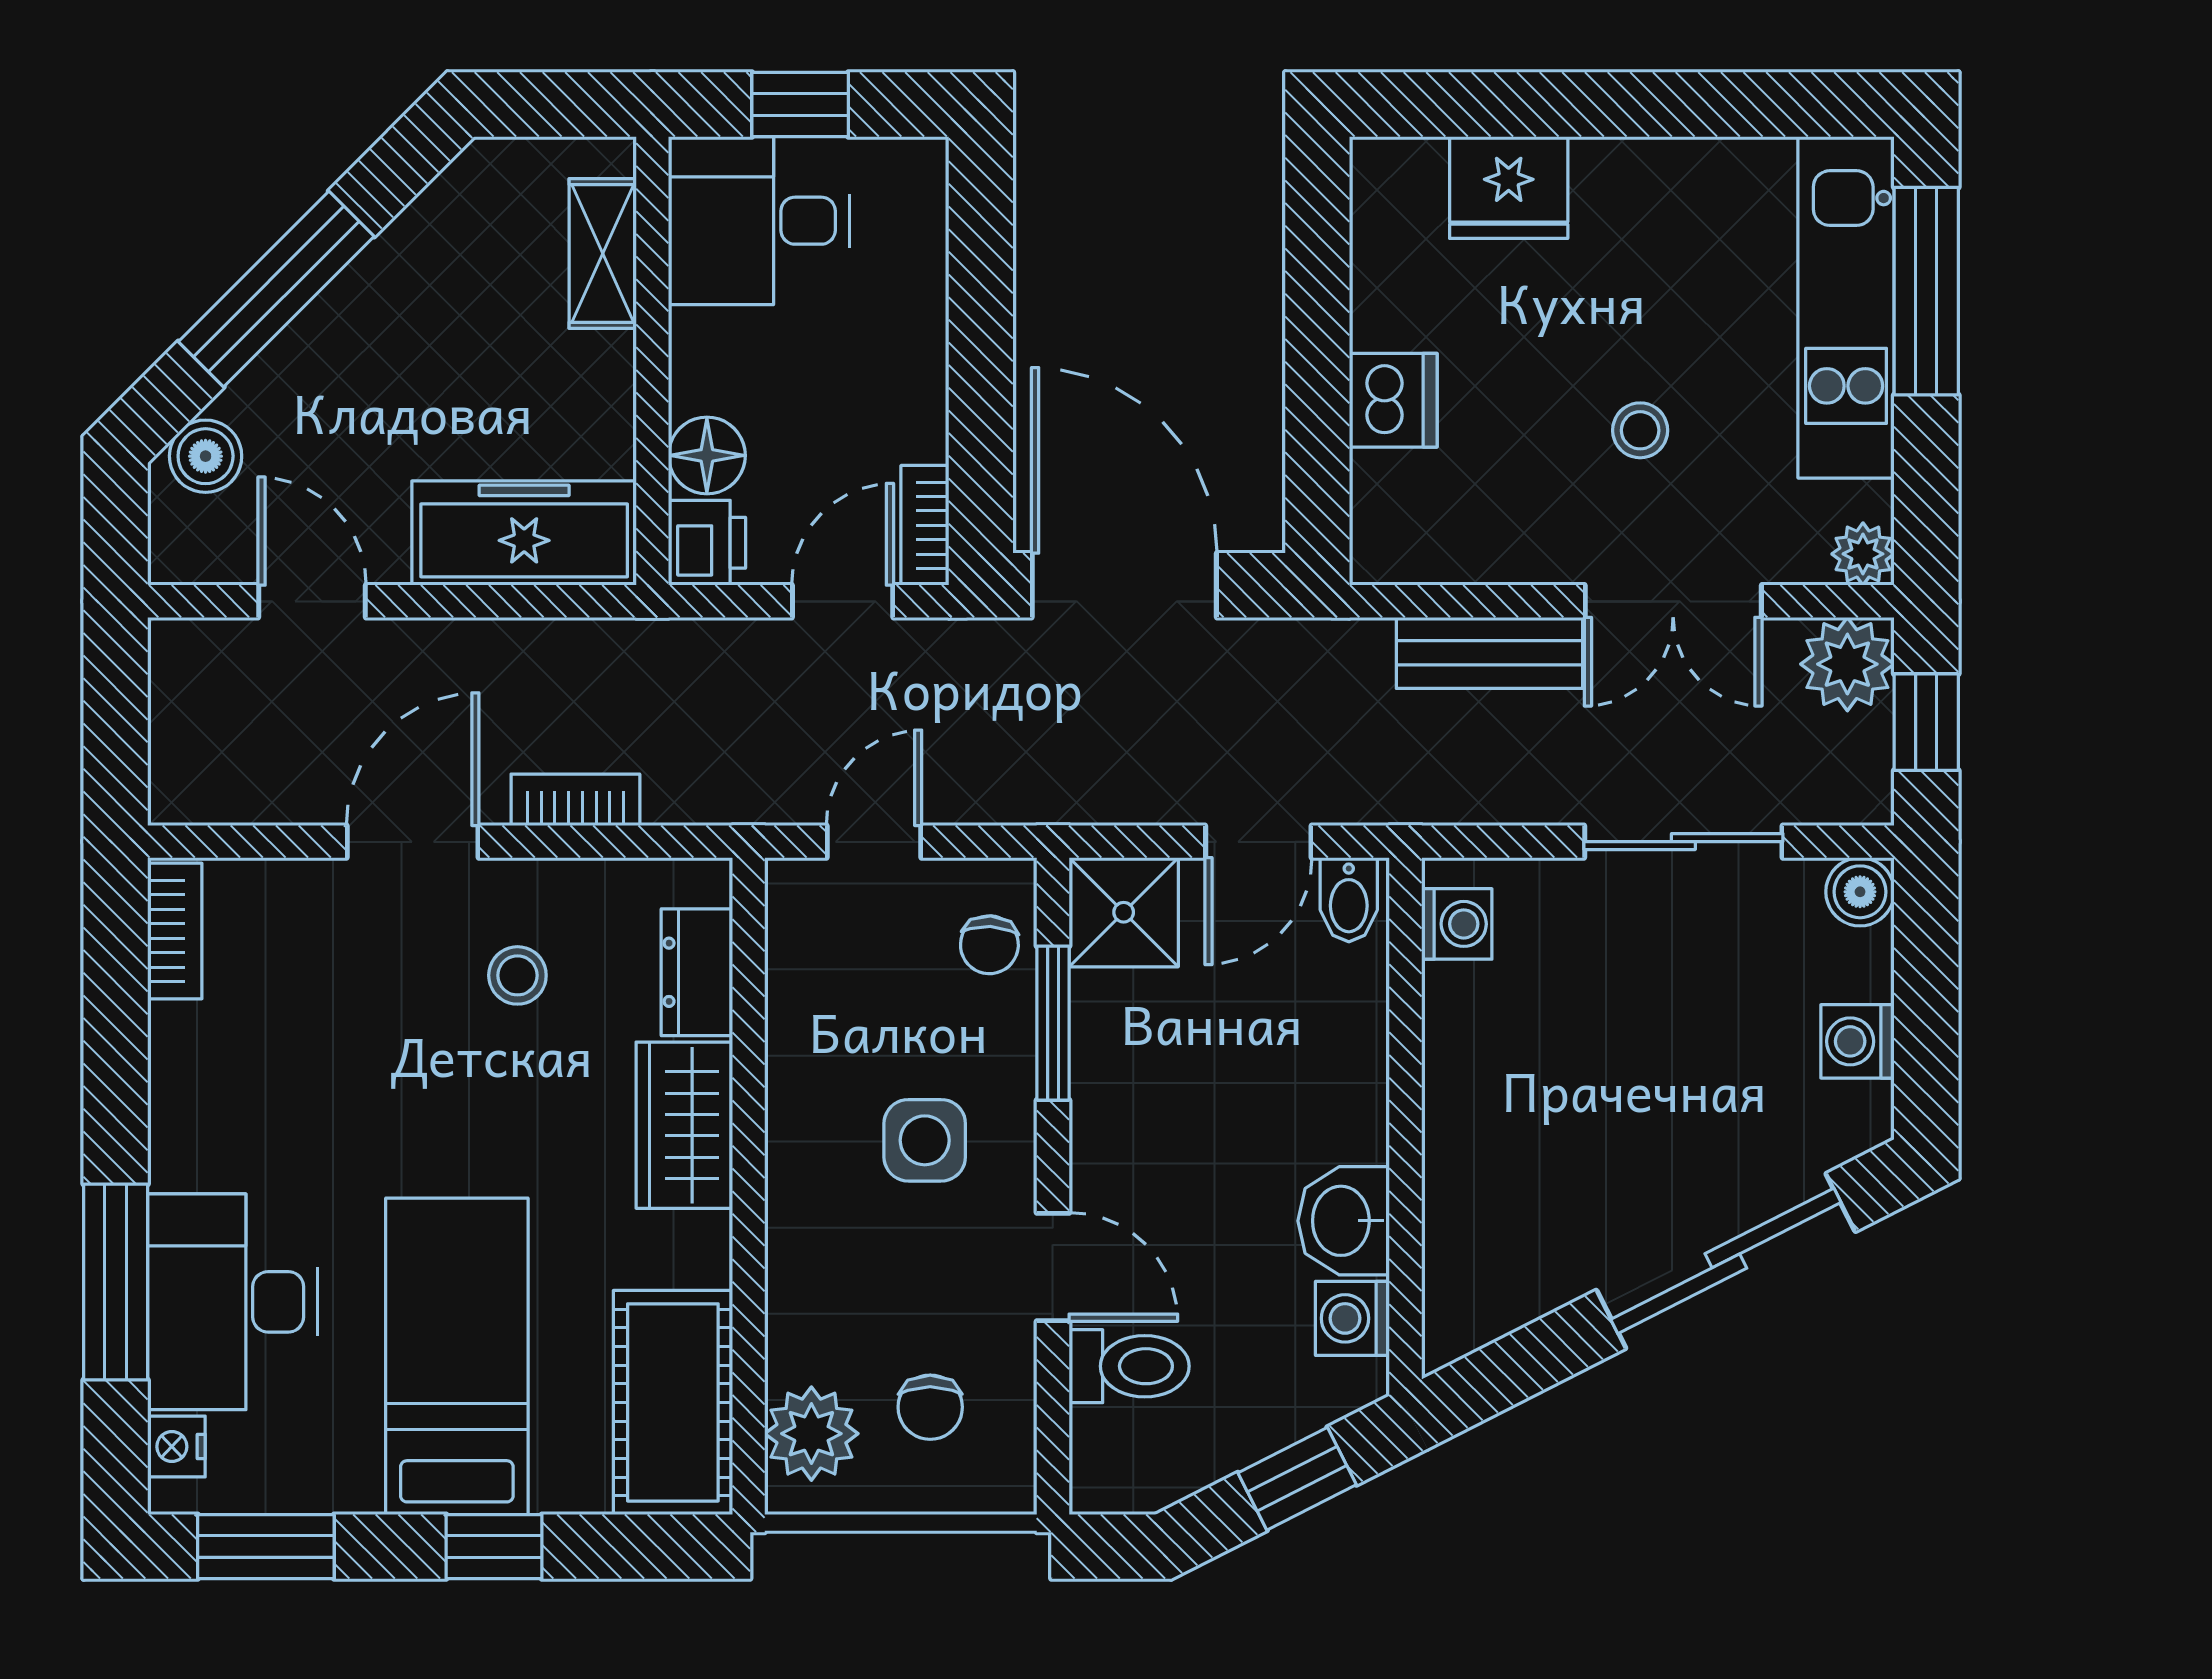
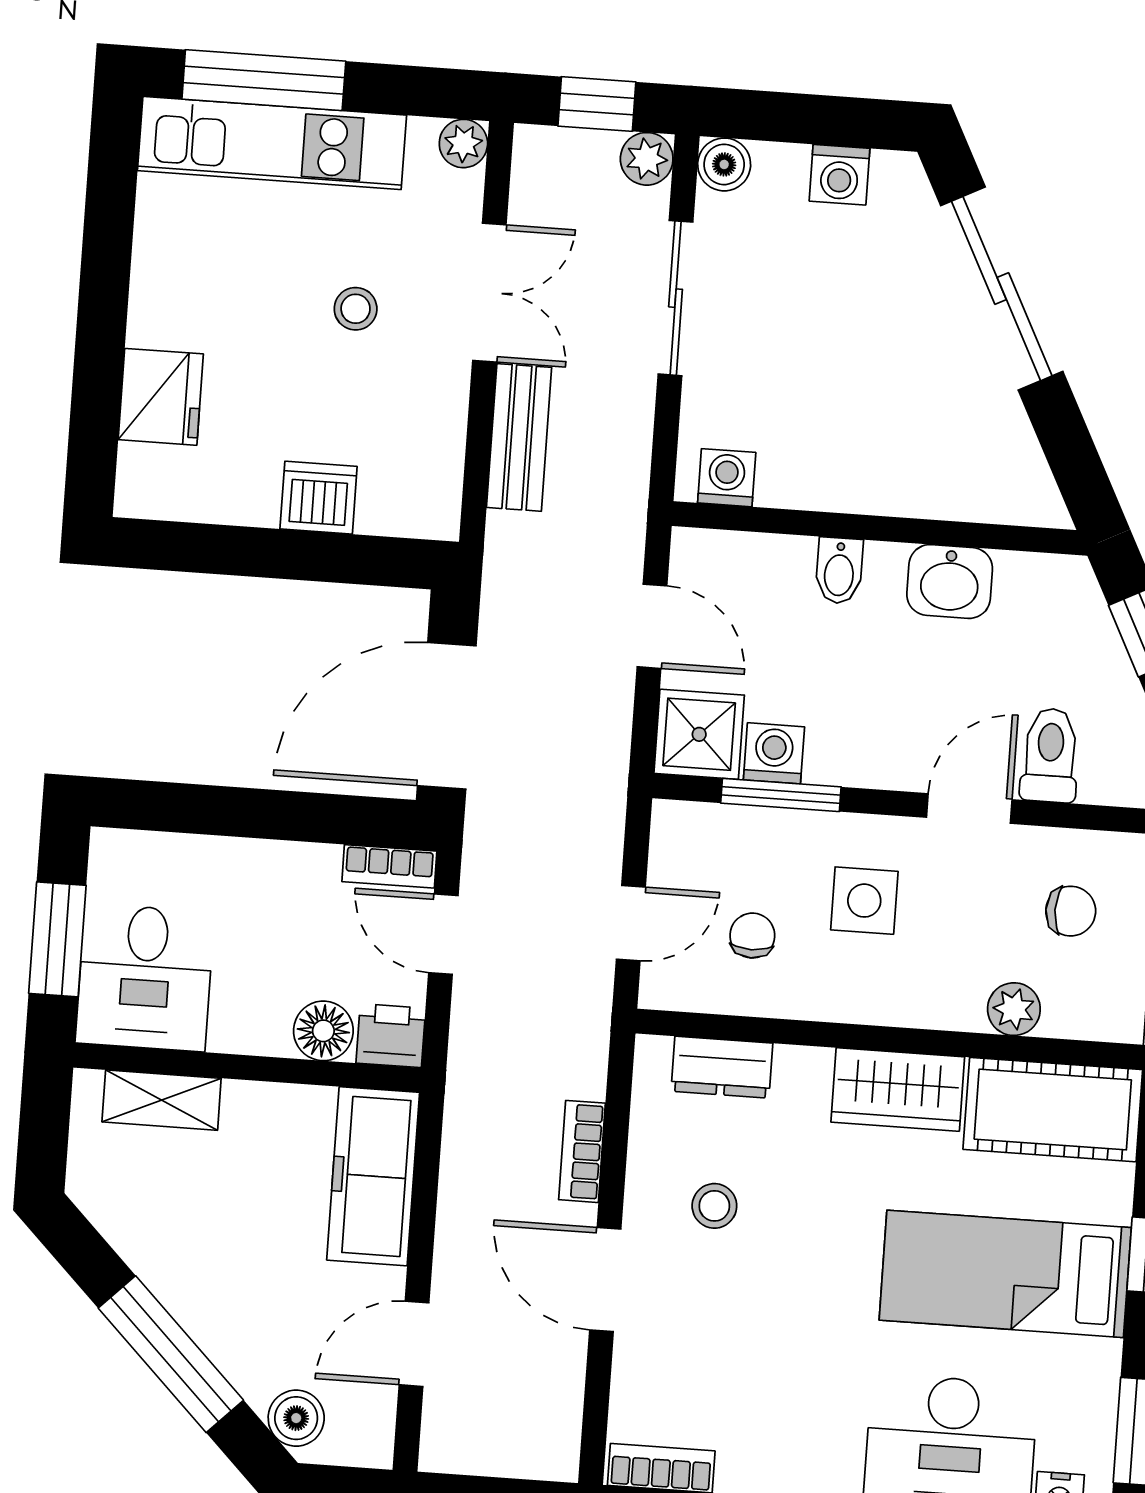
window: (800, 105) -> (57, 939), width x1.50
plant: (1847, 664) -> (647, 159), moved, width x0.73, depth x0.73
door: (874, 842) -> (631, 923), swing flipped
bidet: (1349, 900) -> (839, 571), moved, turned 90
chair: (989, 945) -> (752, 936), moved, turned -93
wardrobe: (684, 1125) -> (898, 1090), moved
washing machine: (1352, 1318) -> (774, 753), moved, turned 180
plant: (811, 1434) -> (1014, 1009), moved, width x0.73, depth x0.73

